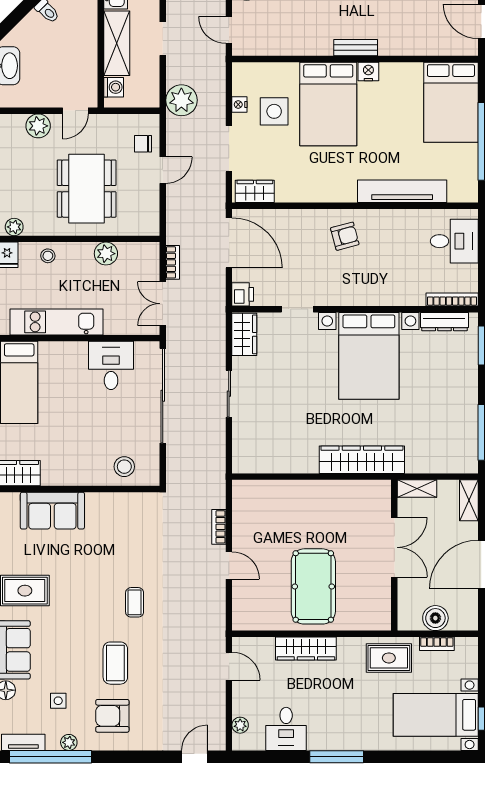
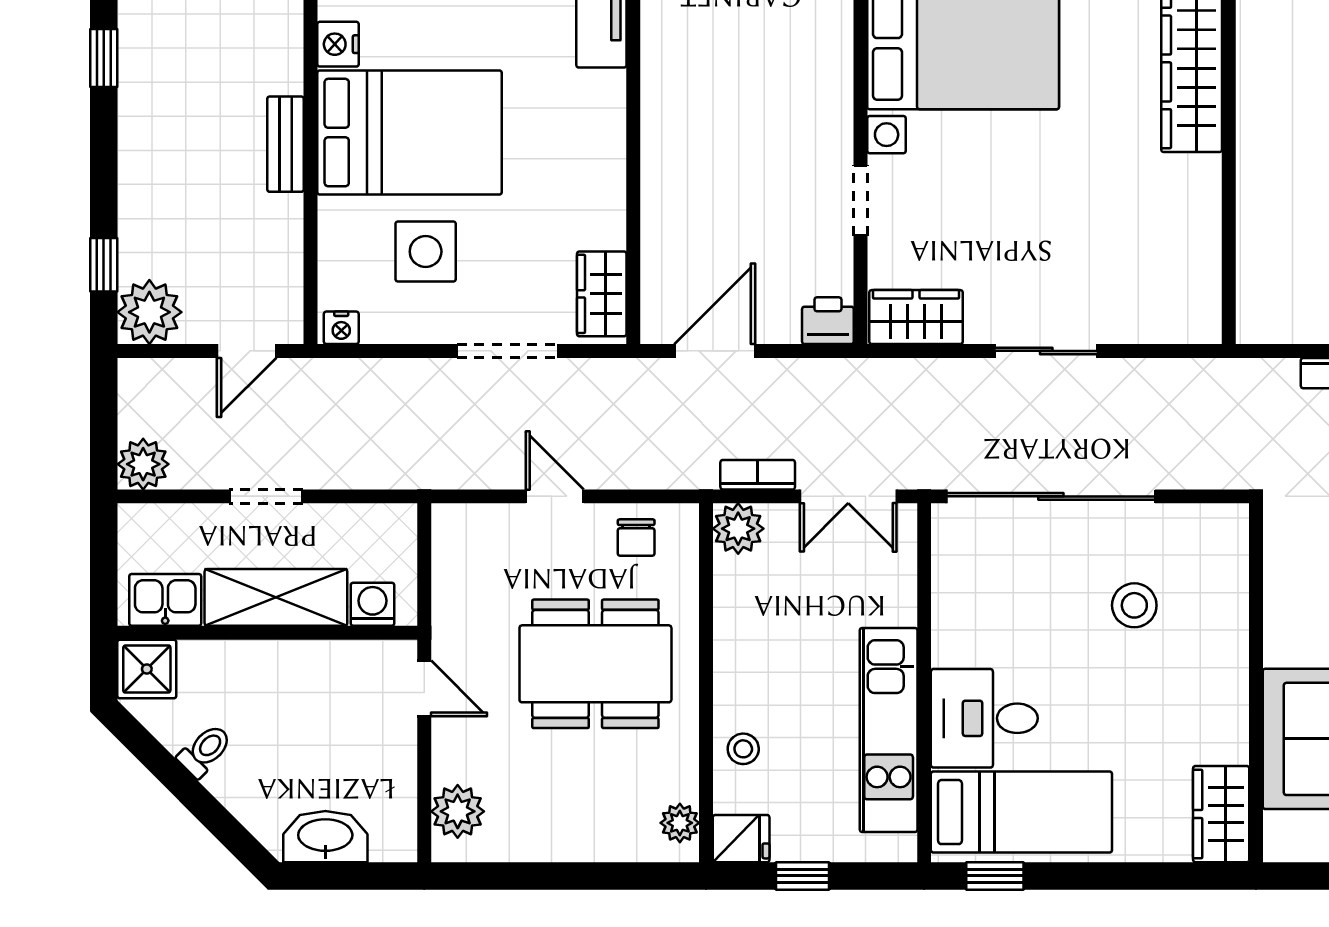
bench: (356, 48) -> (285, 144), moved
plant: (181, 100) -> (401, 455), removed
nightstand: (239, 104) -> (341, 328), moved
plant: (38, 126) -> (458, 811), moved
chair: (143, 144) -> (636, 538), moved
armchair: (345, 236) -> (700, 96), removed
door: (229, 243) -> (715, 351), width x0.73
plant: (106, 254) -> (738, 529), moved
desk: (111, 365) -> (984, 718), moved
stool: (124, 467) -> (1134, 605), moved

